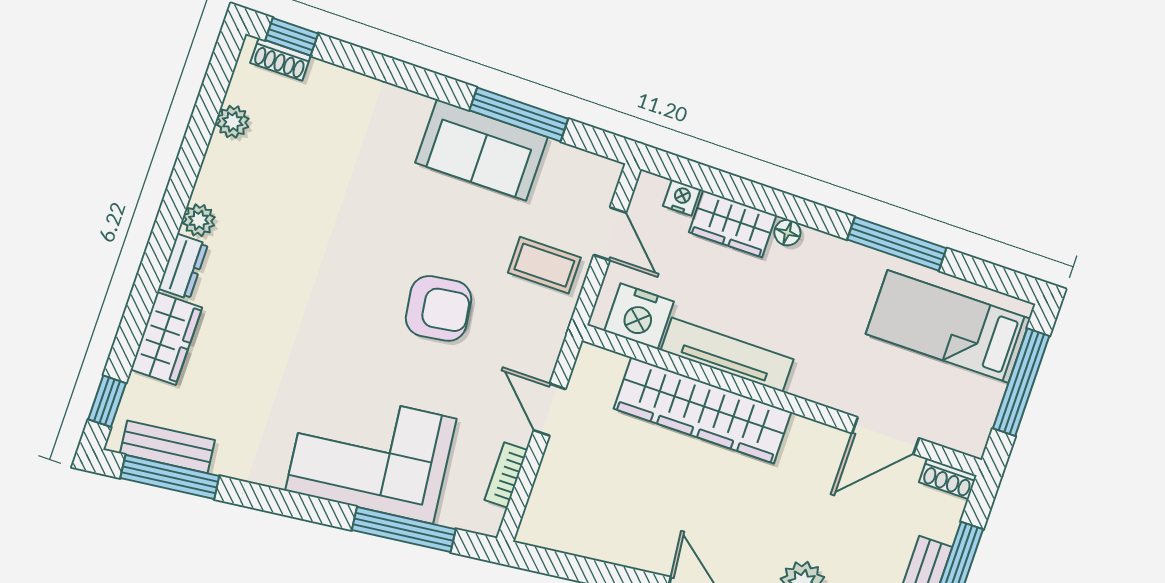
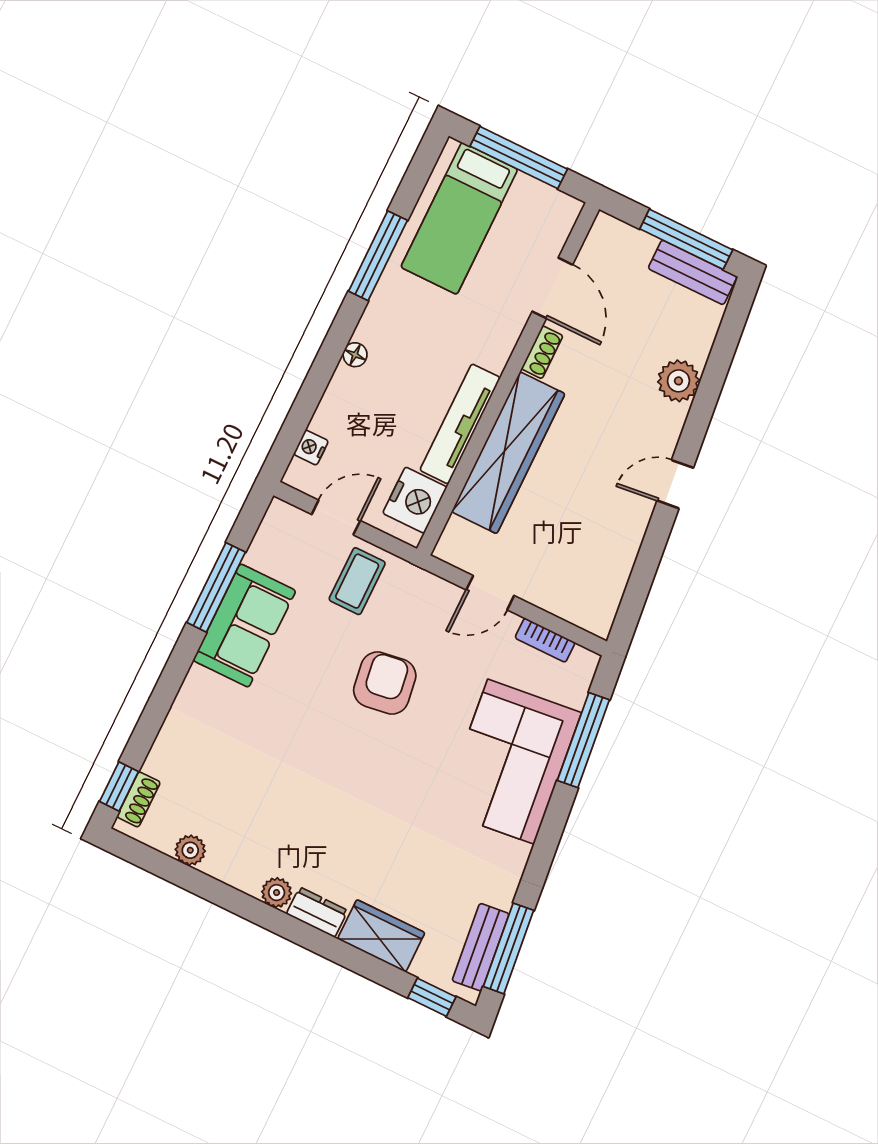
wardrobe: (733, 224) -> (341, 404), removed
shoe rack: (948, 479) -> (542, 352), moved

